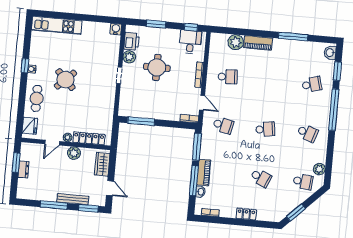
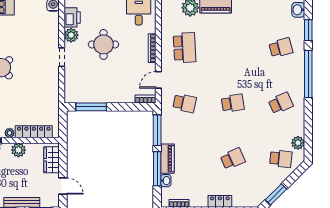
school desk: (228, 77) -> (185, 48), width x1.85
door: (202, 103) -> (158, 80), swing flipped
school desk: (307, 133) -> (281, 103), turned -42
school desk: (261, 178) -> (233, 159), turned -48

